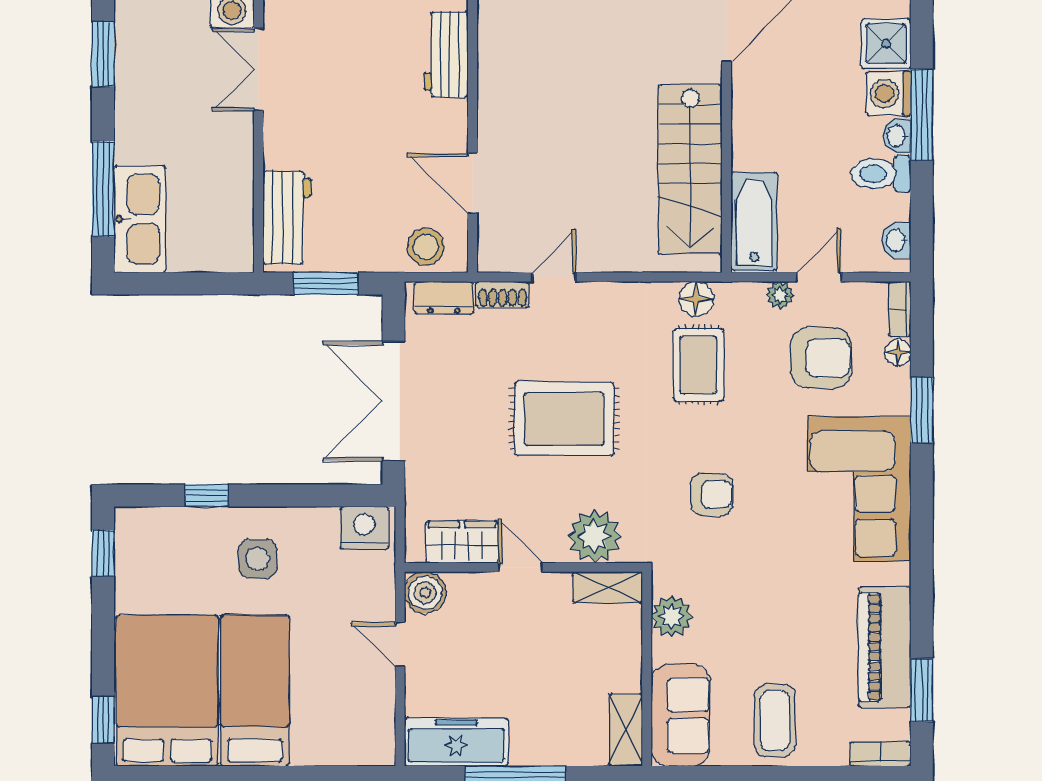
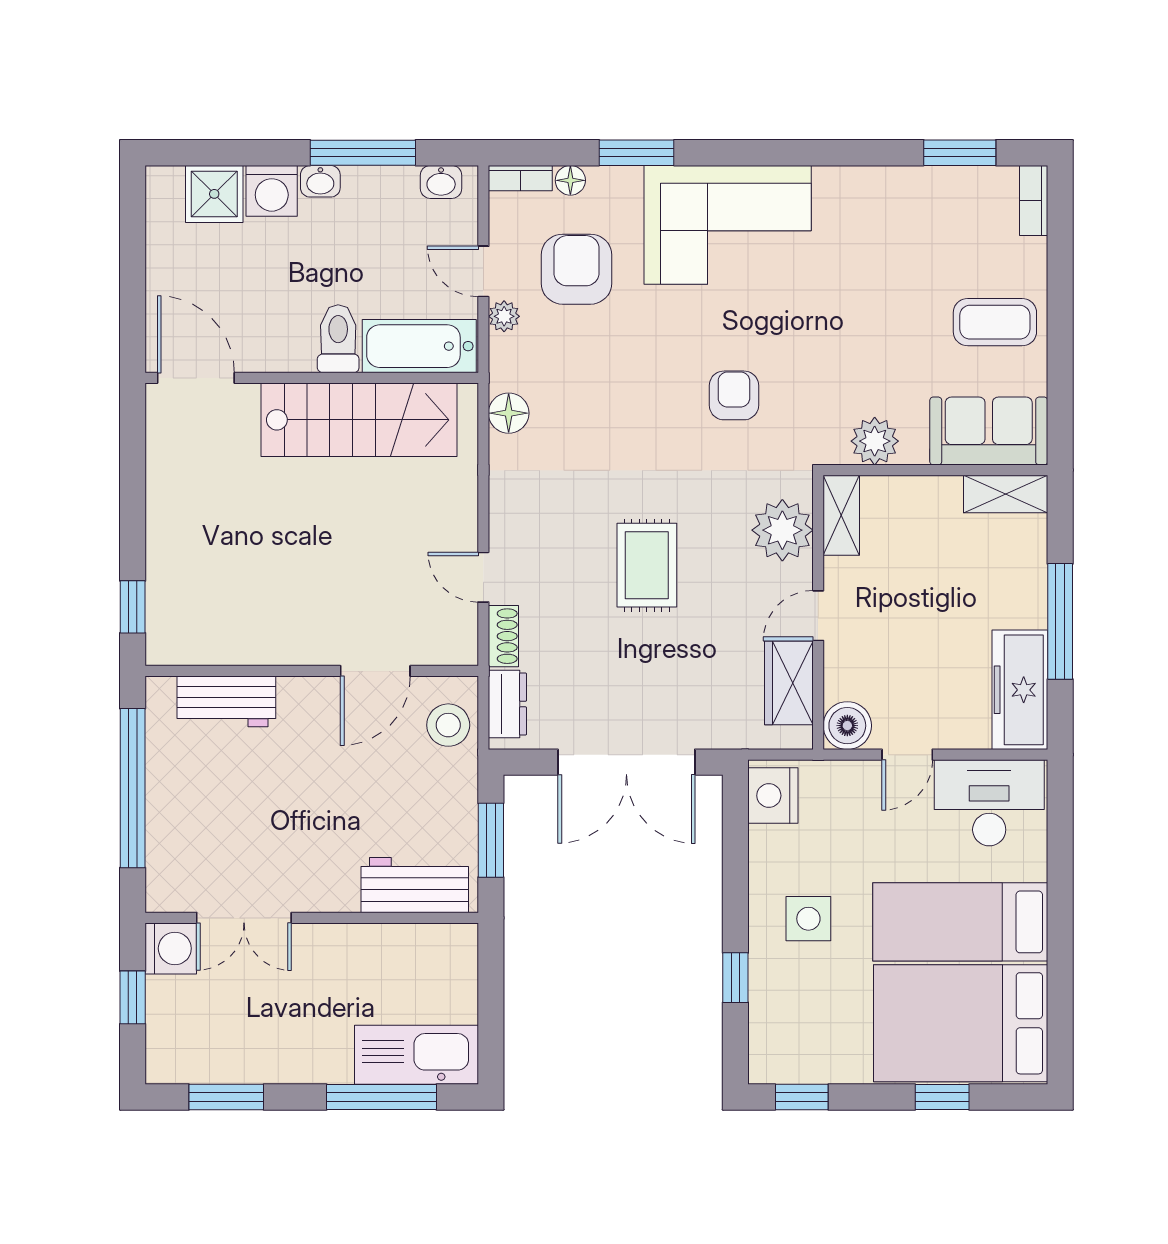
window: (922, 115) -> (363, 153), moved
toilet: (881, 174) -> (338, 339), moved, turned 180
rug: (698, 365) -> (585, 410), removed
rug: (564, 419) -> (647, 565), width x0.73, depth x0.70
piano: (885, 647) -> (910, 196), removed
desk: (358, 716) -> (989, 803), added
window: (103, 720) -> (942, 1097), moved

